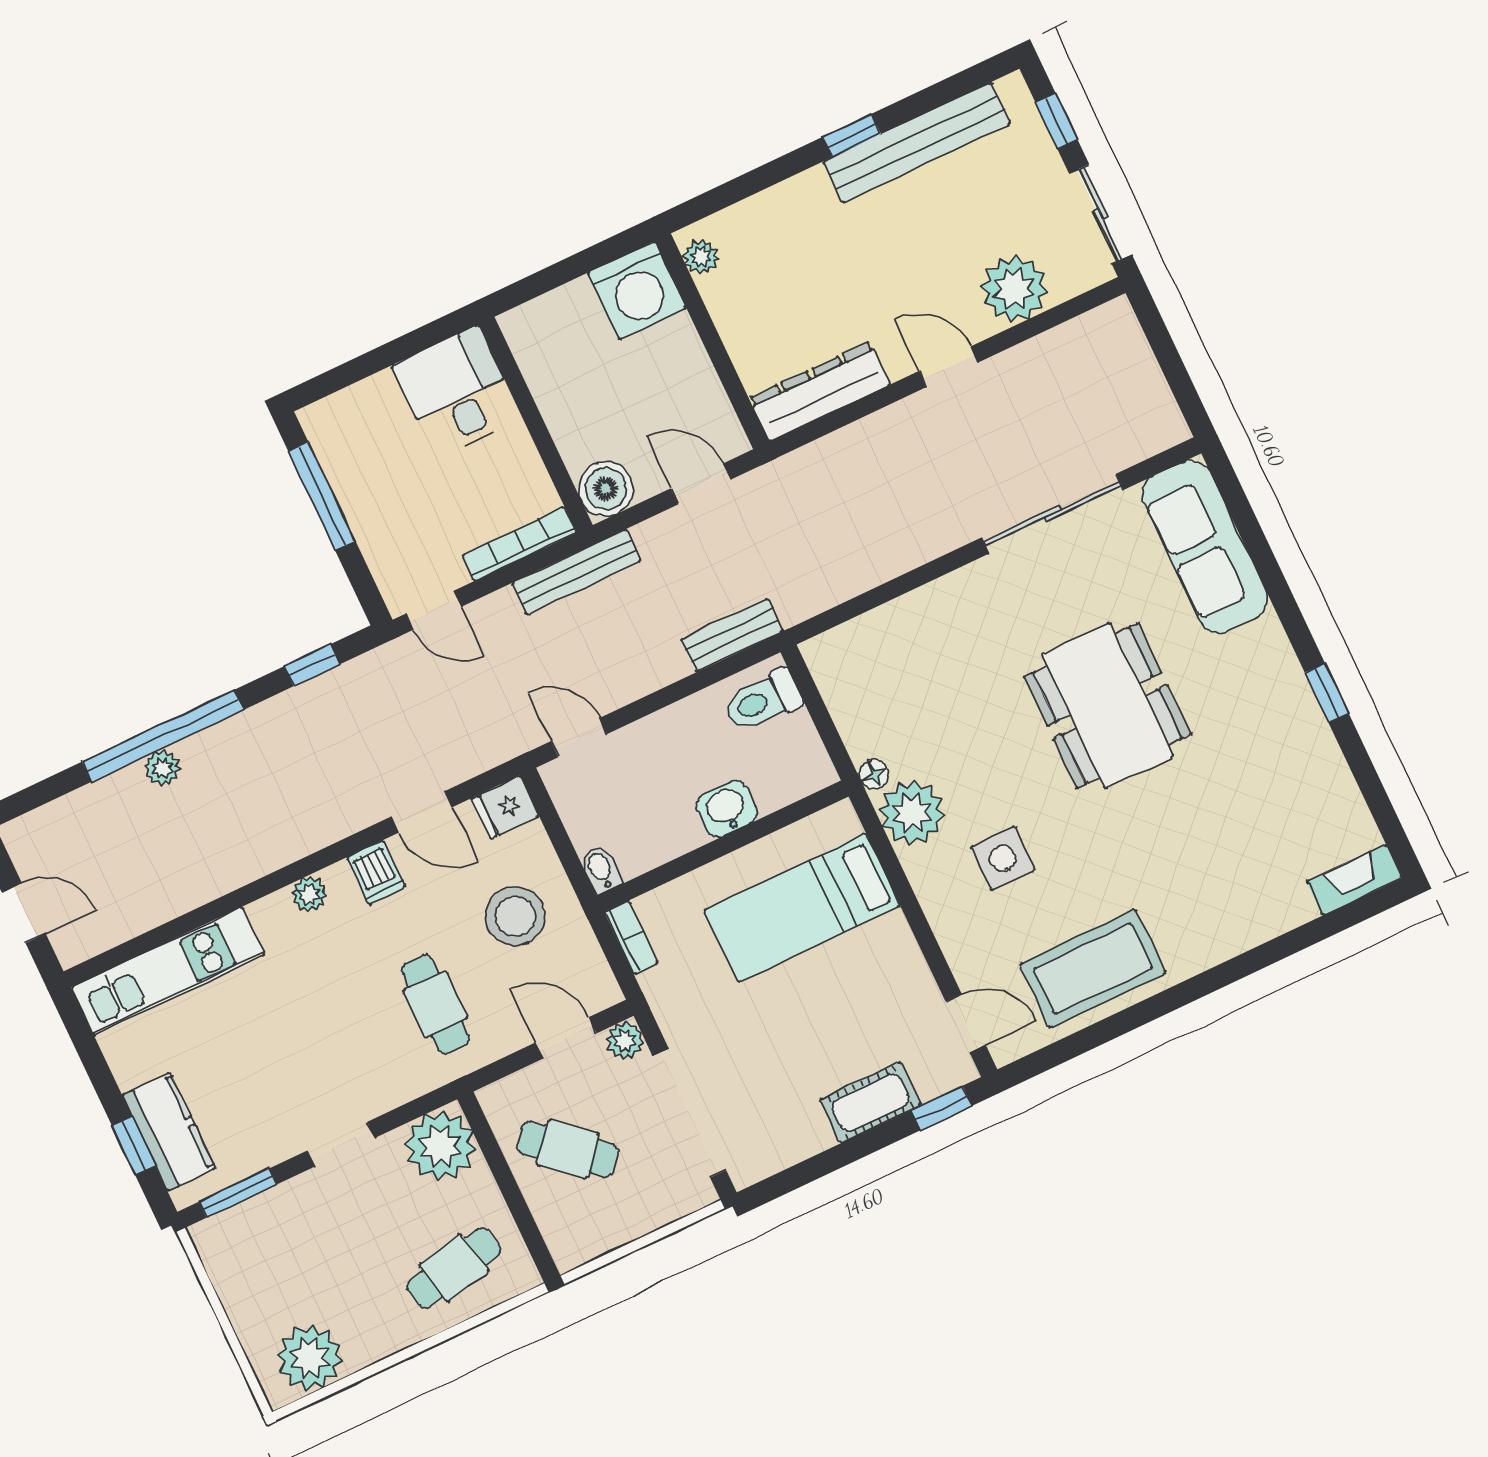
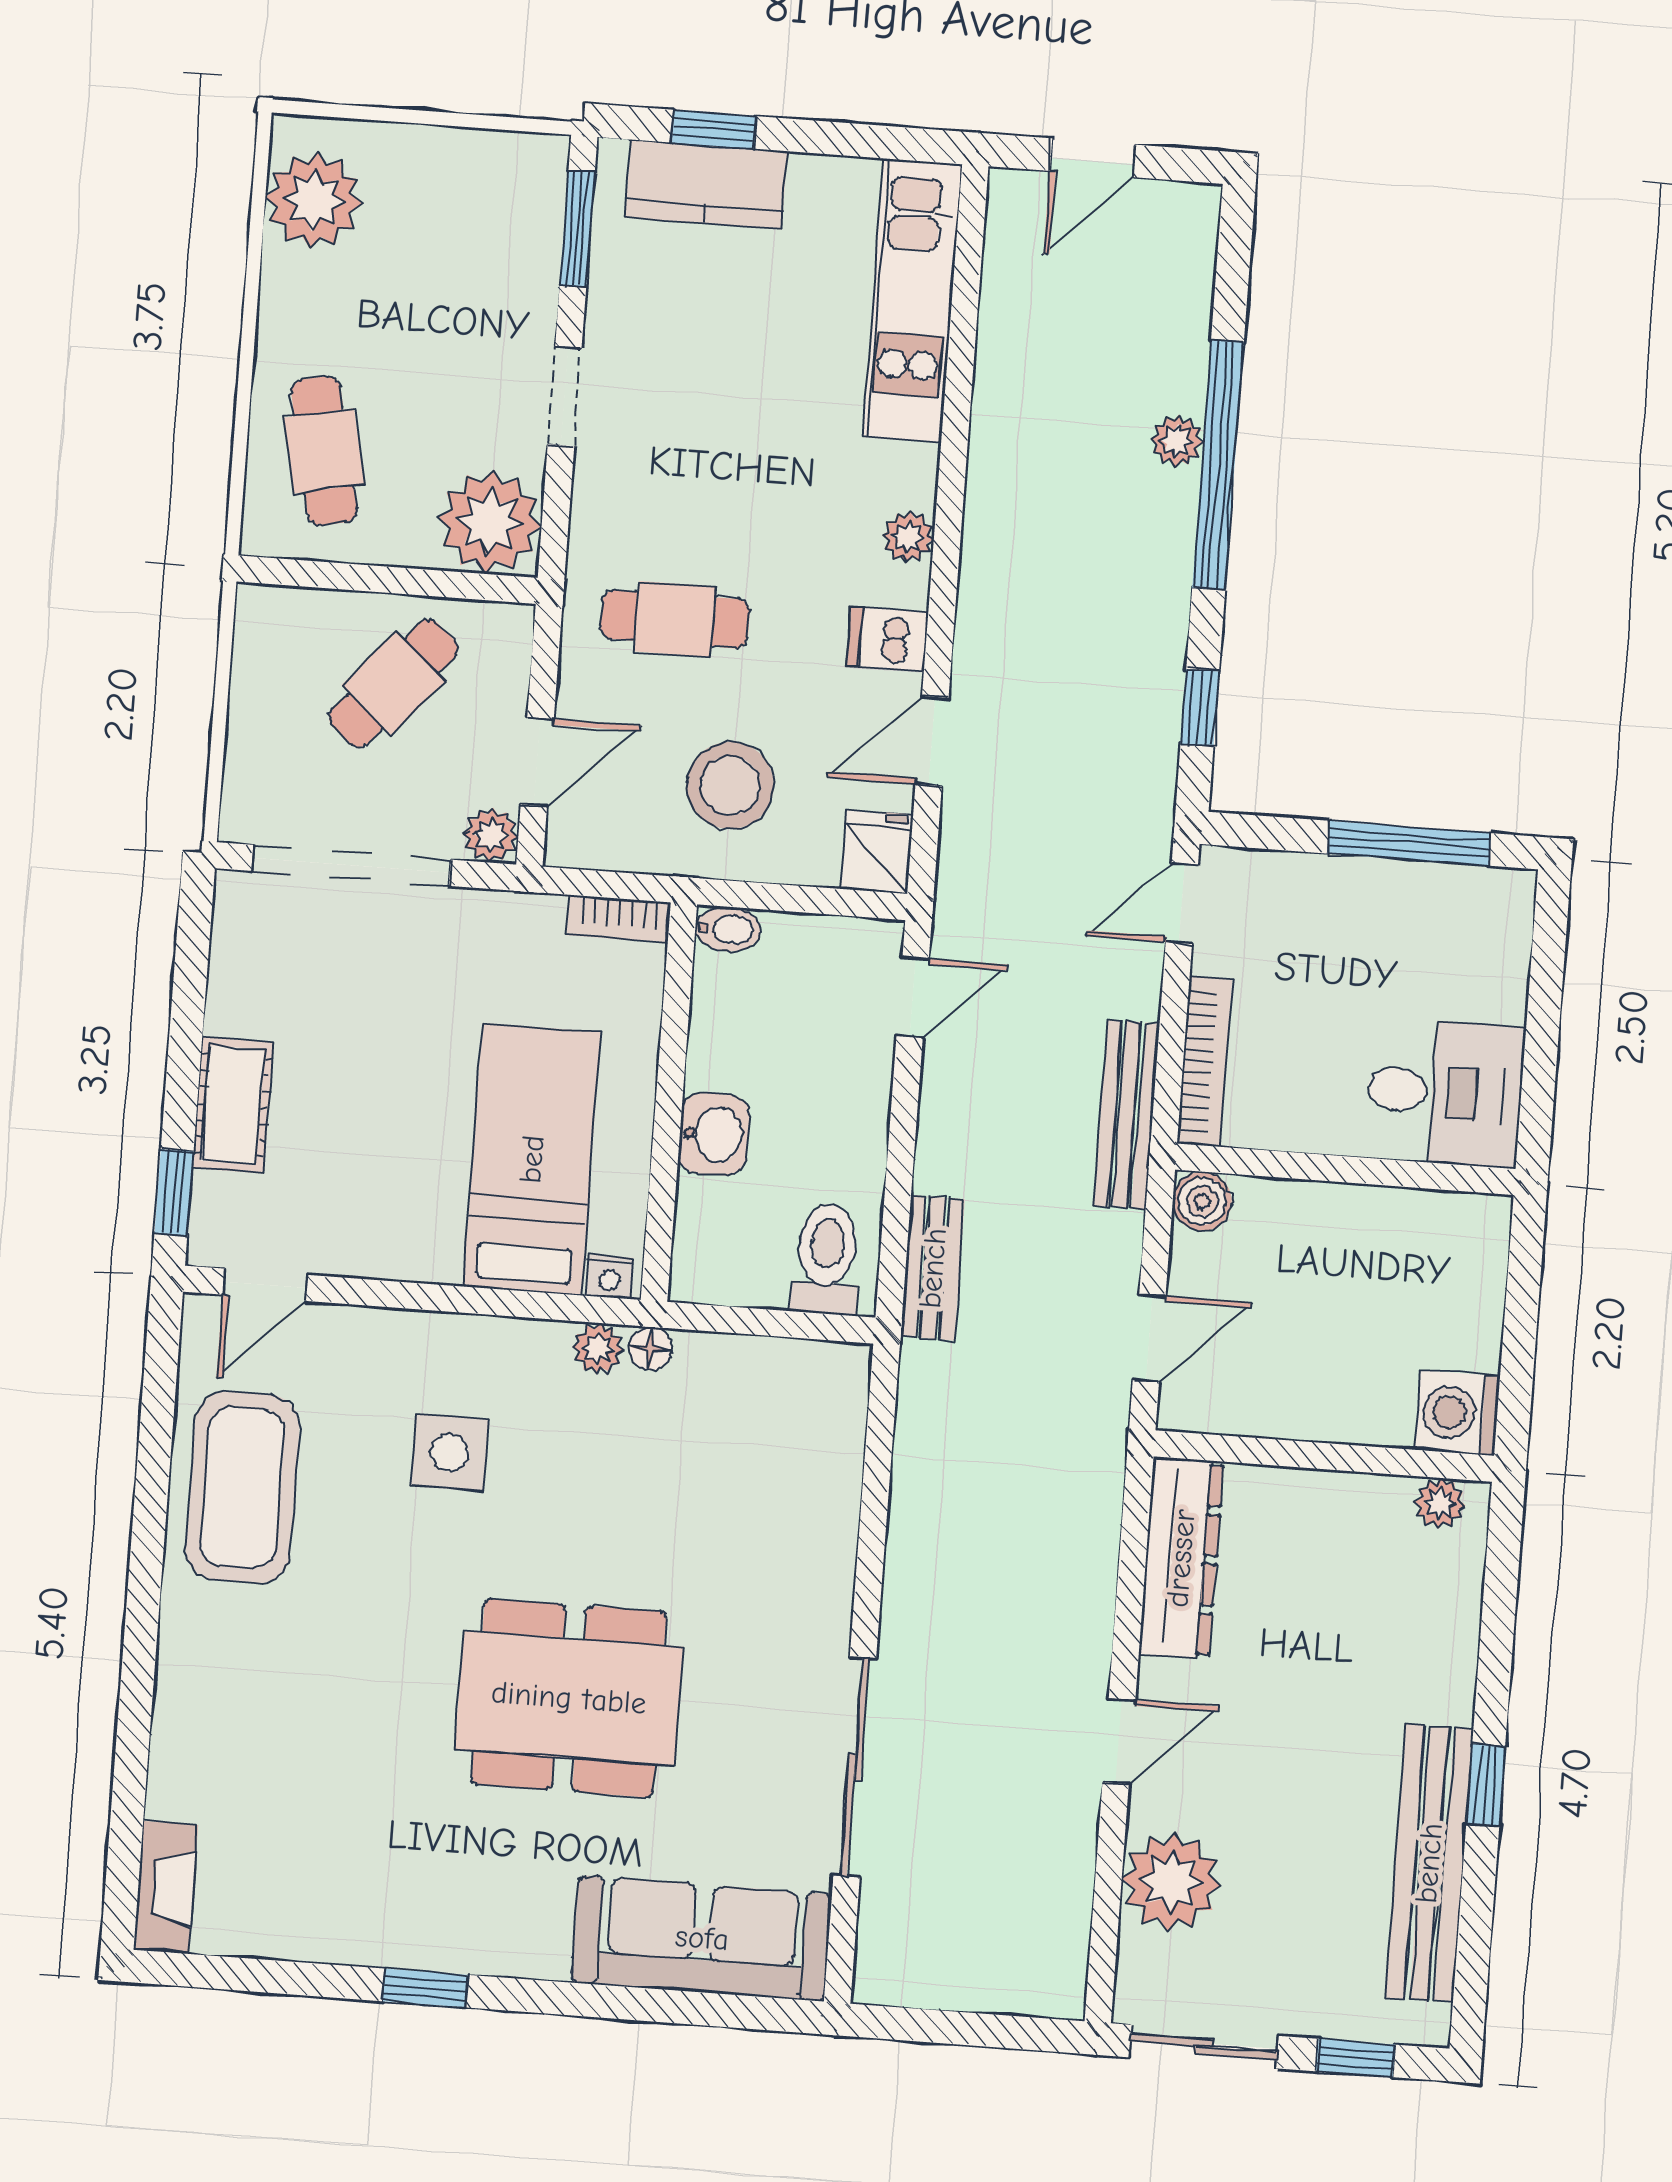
washing machine: (637, 290) -> (1457, 1413), width x0.73, depth x0.73
boiler: (606, 489) -> (1202, 1201), width x0.73, depth x0.73
plant: (912, 813) -> (598, 1349), width x0.53, depth x0.53
nightstand: (845, 823) -> (610, 1277), added

